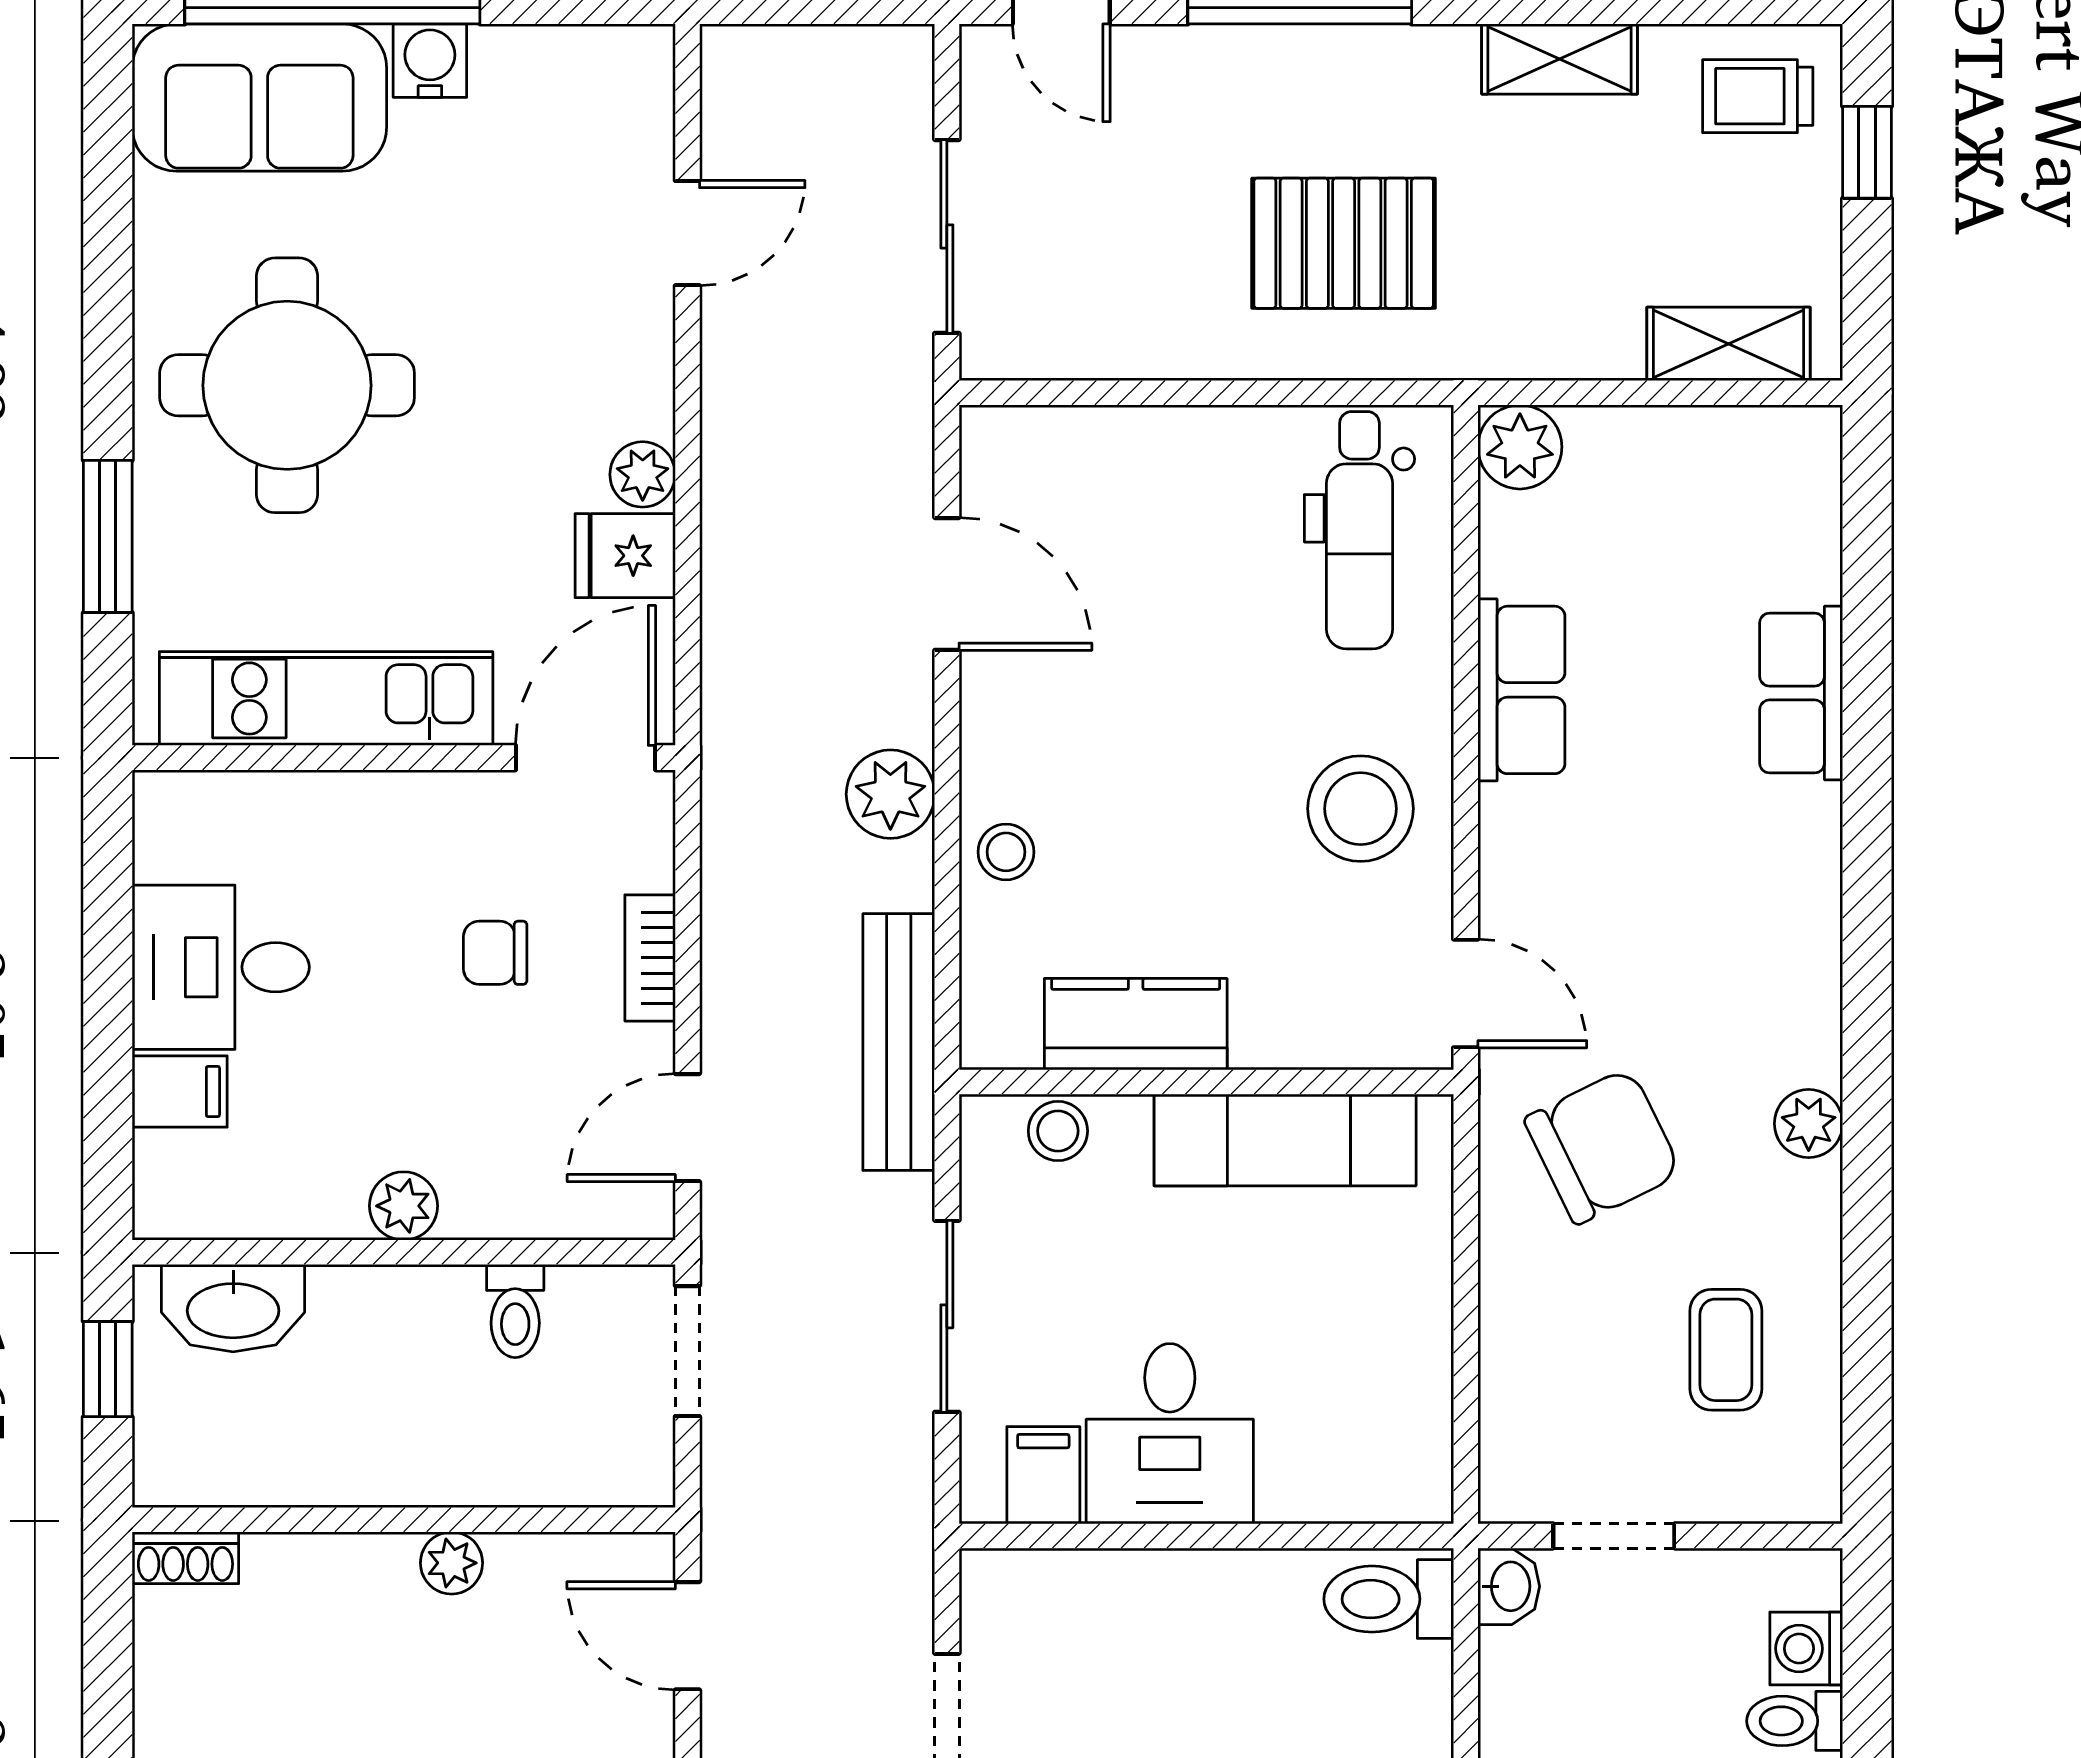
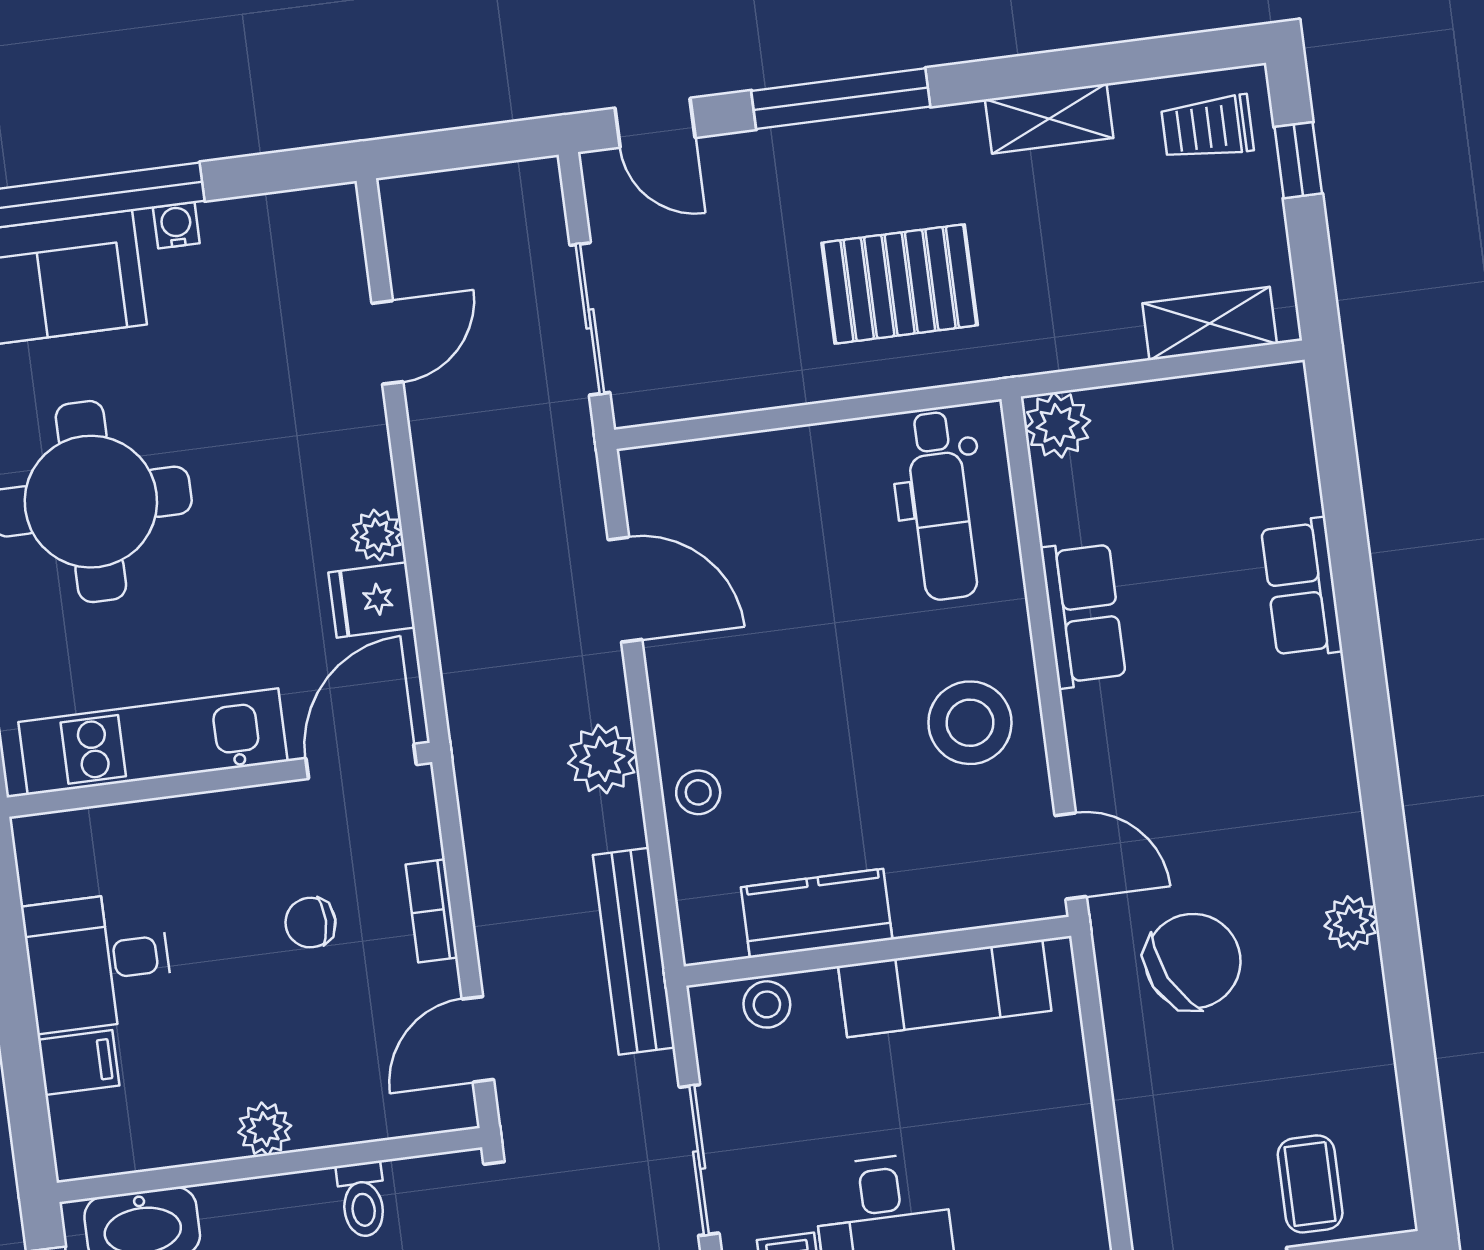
water cooler: (430, 61) -> (176, 225), width x0.72, depth x0.72
coffee table: (1726, 1350) -> (1310, 1184), moved

